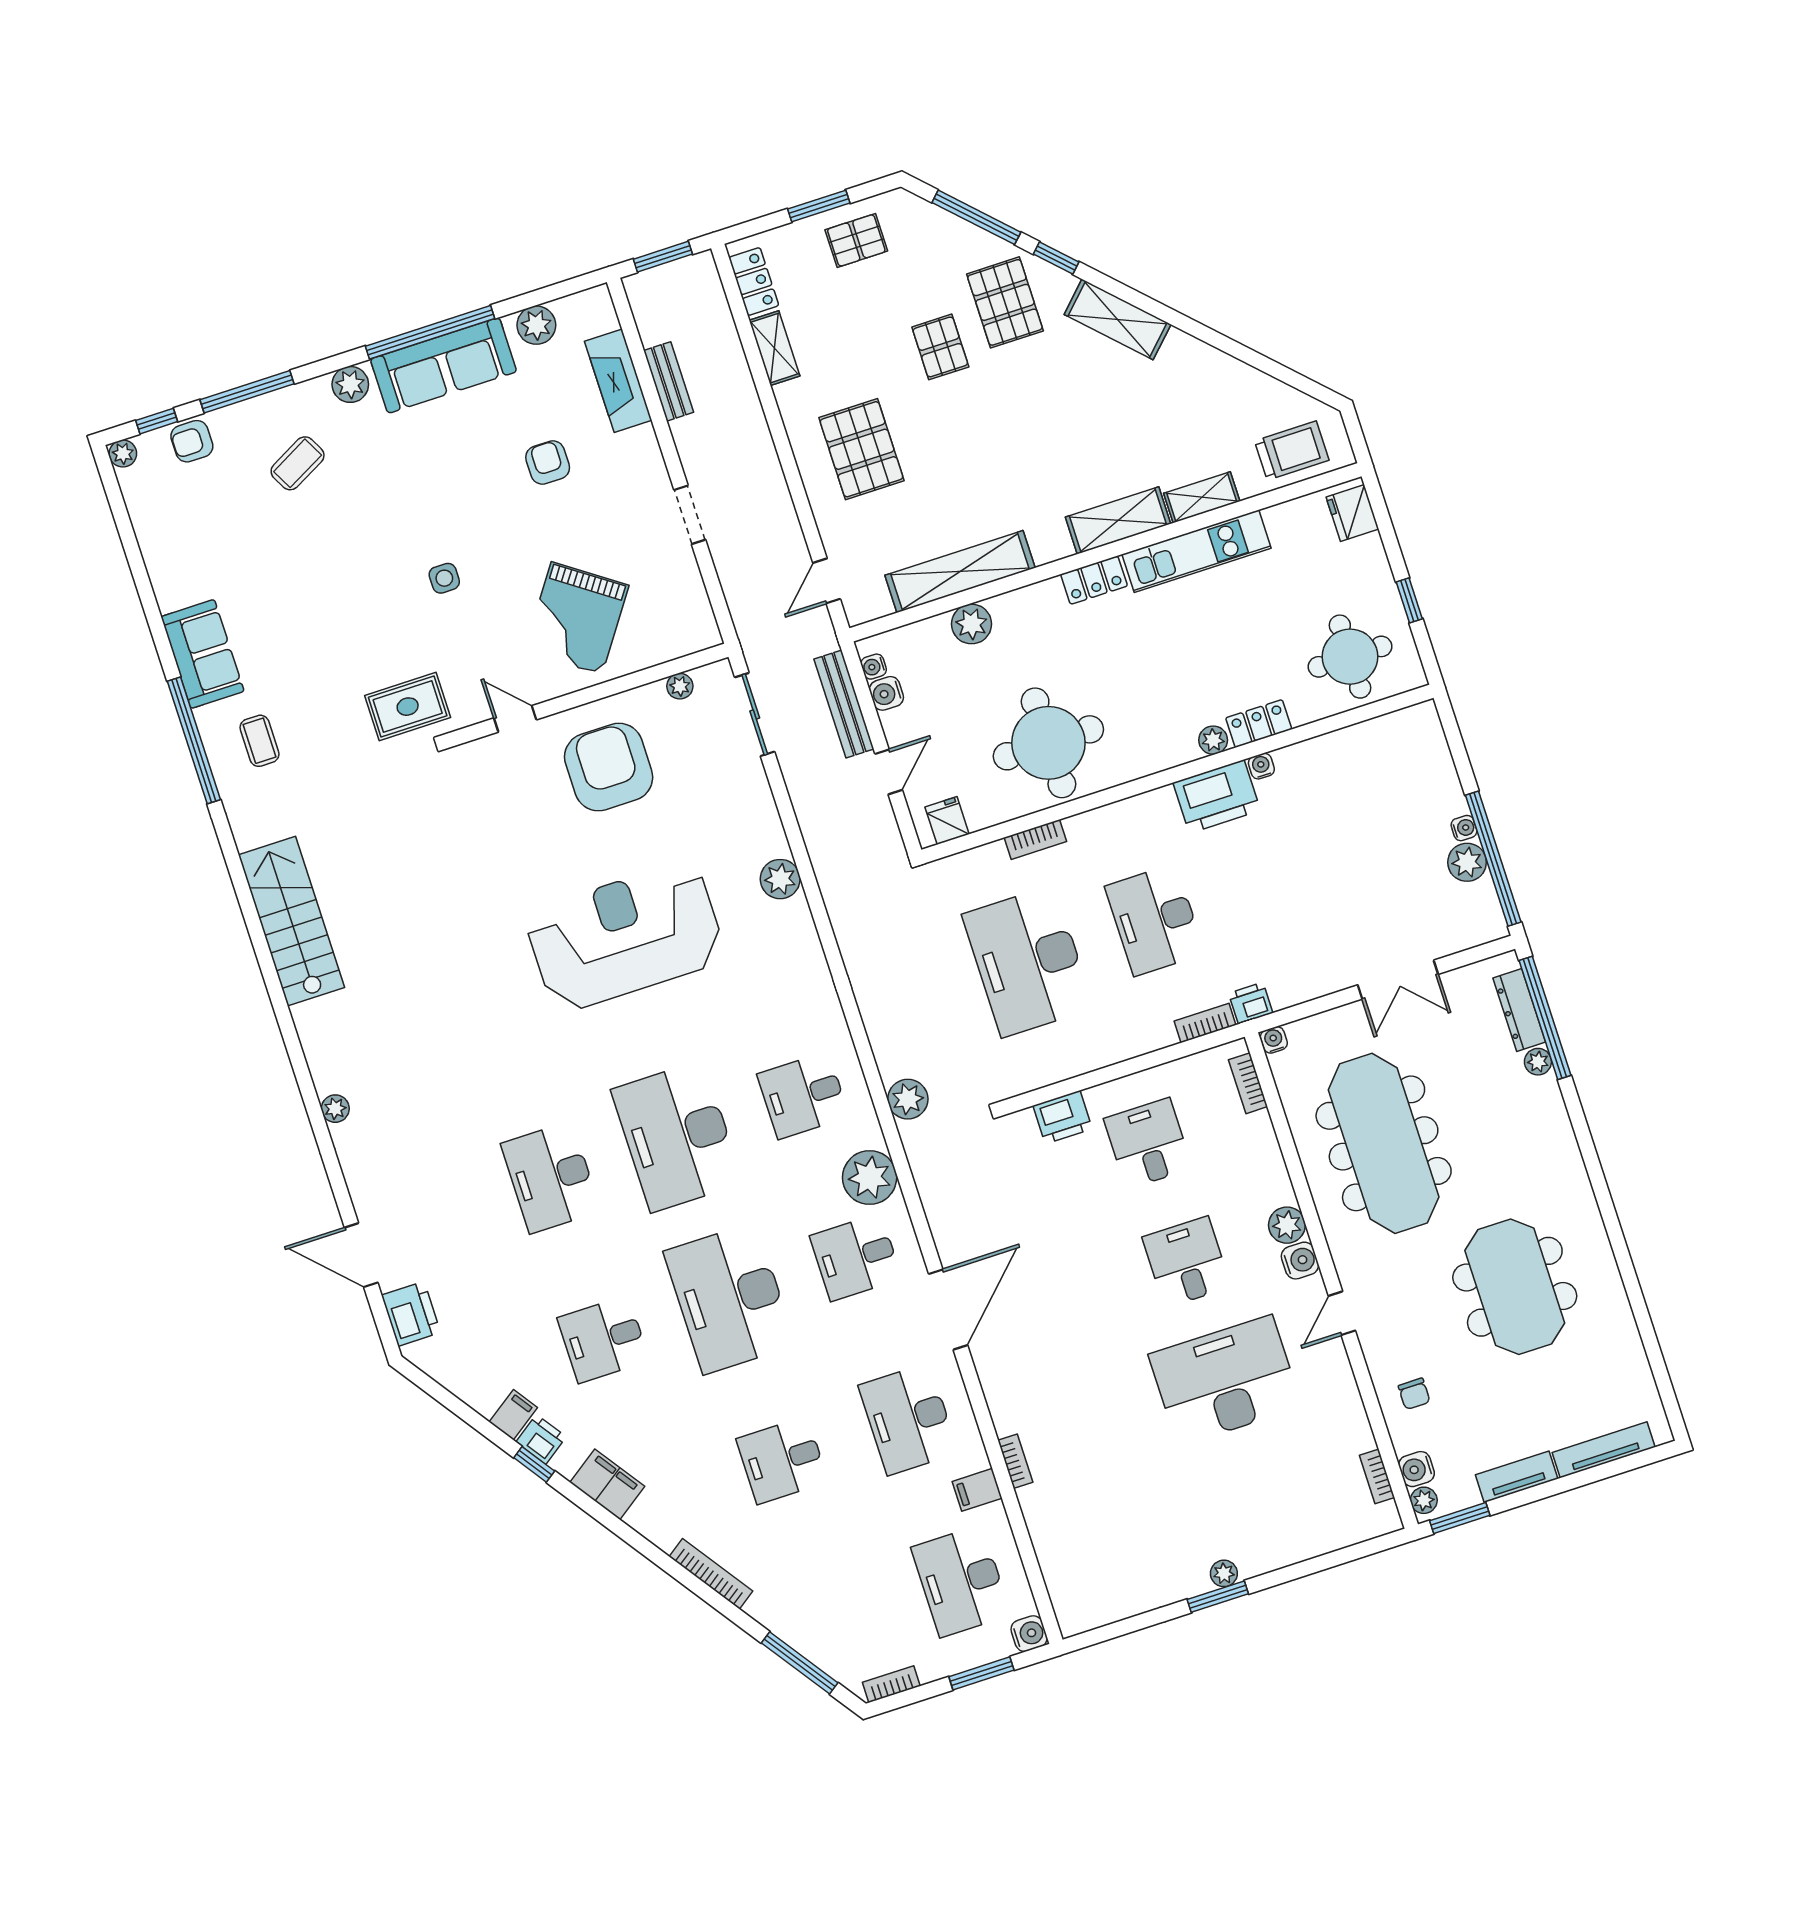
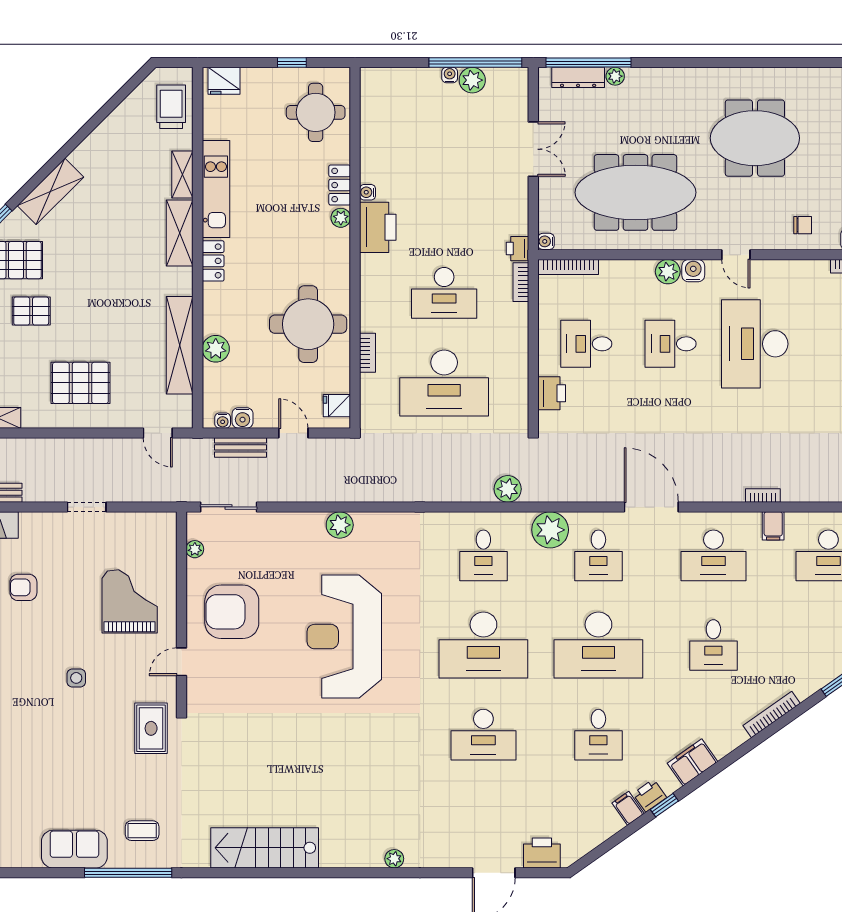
grand piano: (577, 618) -> (130, 601), turned -125
bench: (844, 704) -> (240, 447), width x0.73
bookcase: (1248, 1083) -> (568, 267), width x1.56

